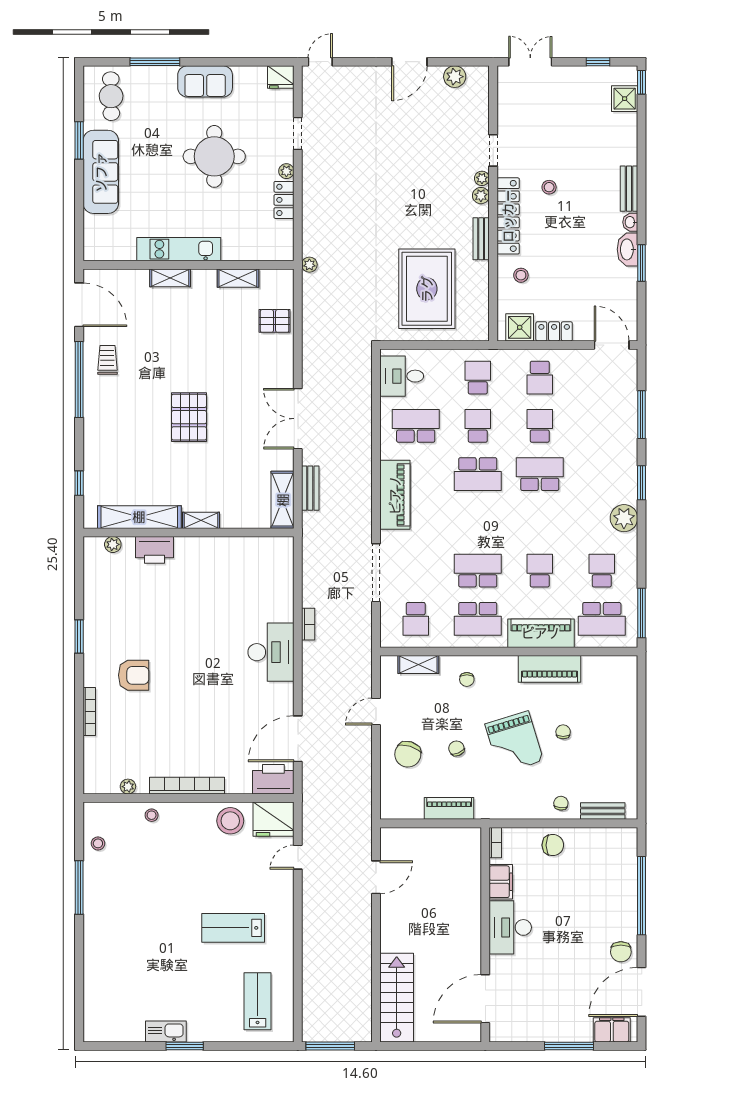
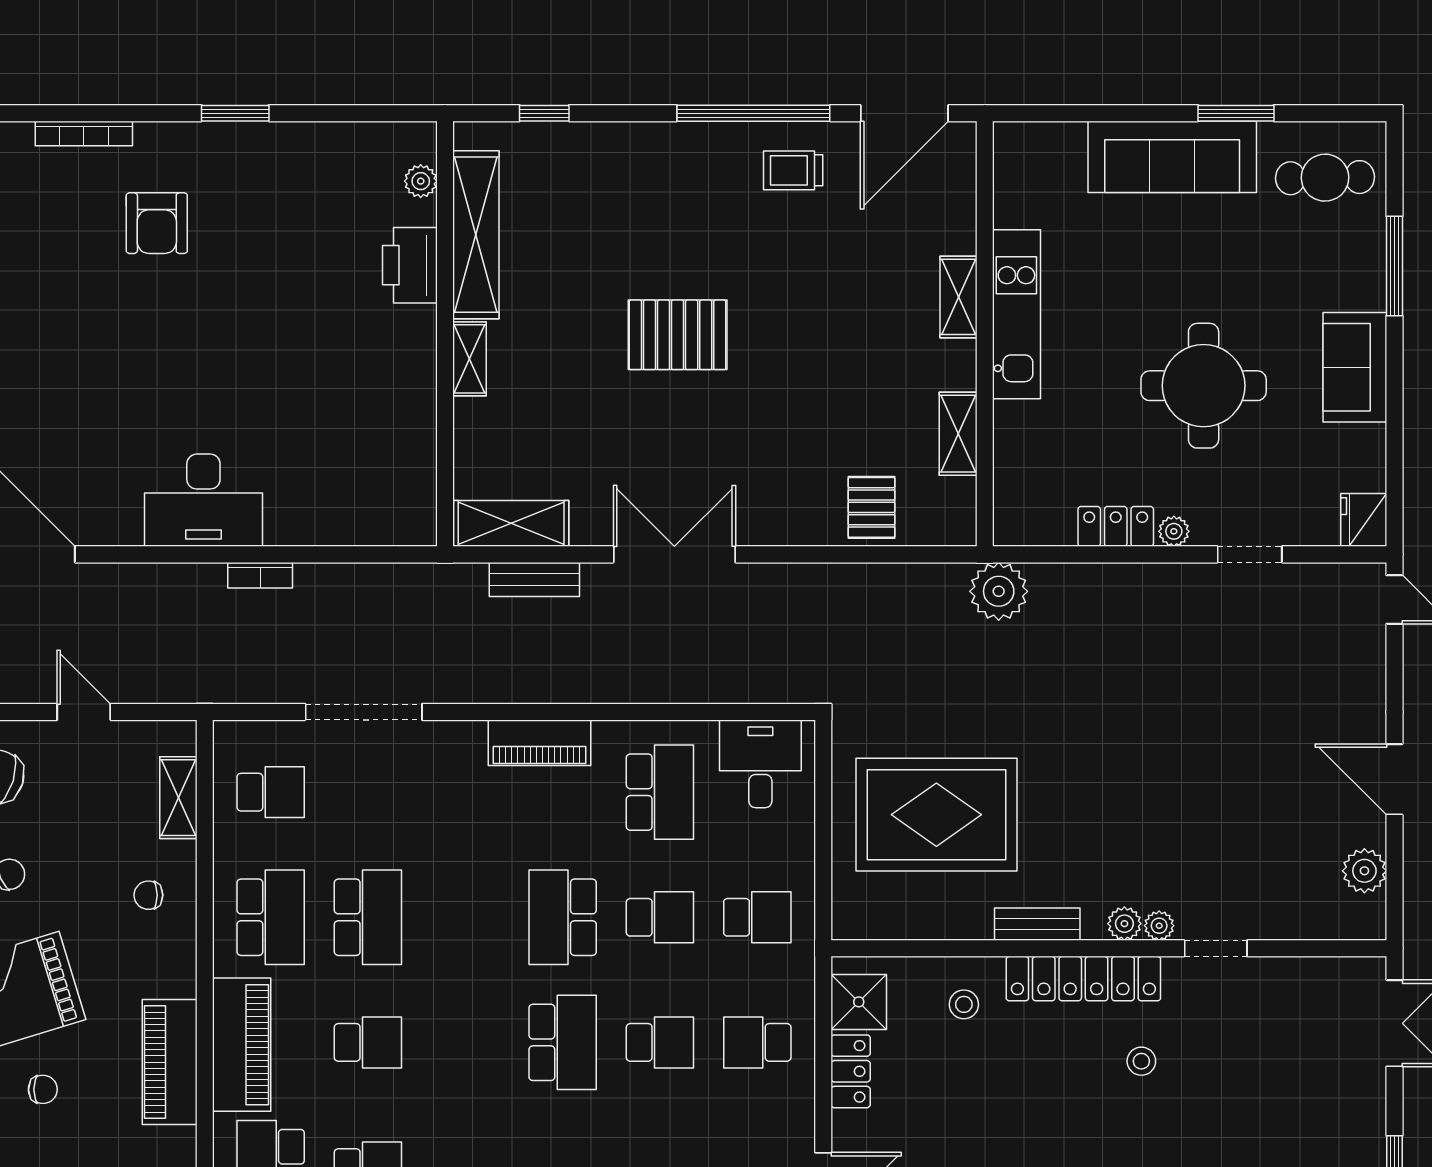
plant: (309, 265) -> (999, 591), width x1.87, depth x1.87
trolley: (107, 360) -> (793, 170), turned 180
piano: (395, 495) -> (539, 743), width x0.73, depth x0.75
school desk: (416, 619) -> (271, 792), turned 180
school desk: (478, 619) -> (271, 917), turned 180

